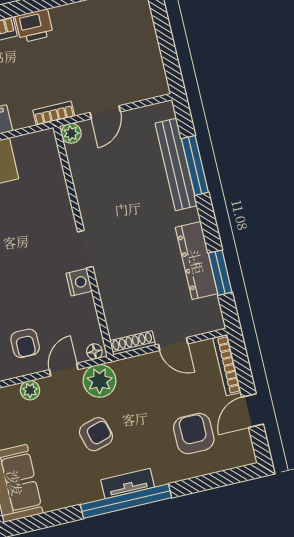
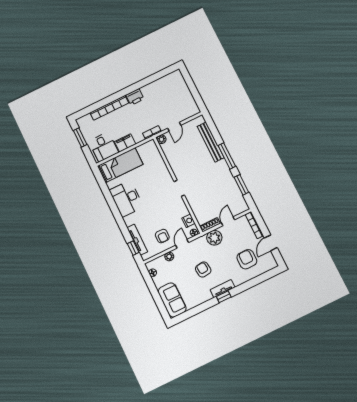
window: (195, 165) -> (227, 156), moved
dresser: (196, 261) -> (230, 182), removed
nightstand: (79, 282) -> (188, 221), moved
door: (173, 344) -> (228, 221), swing flipped
plant: (100, 381) -> (214, 238), moved
armchair: (96, 434) -> (203, 270), turned -81
window: (126, 501) -> (224, 297), width x0.32

